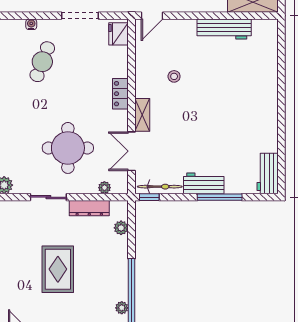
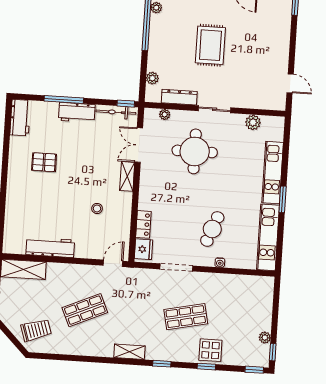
locker: (120, 94) -> (143, 224), moved
pallet: (237, 125) -> (44, 162), added
double door: (131, 151) -> (139, 145), swing flipped

